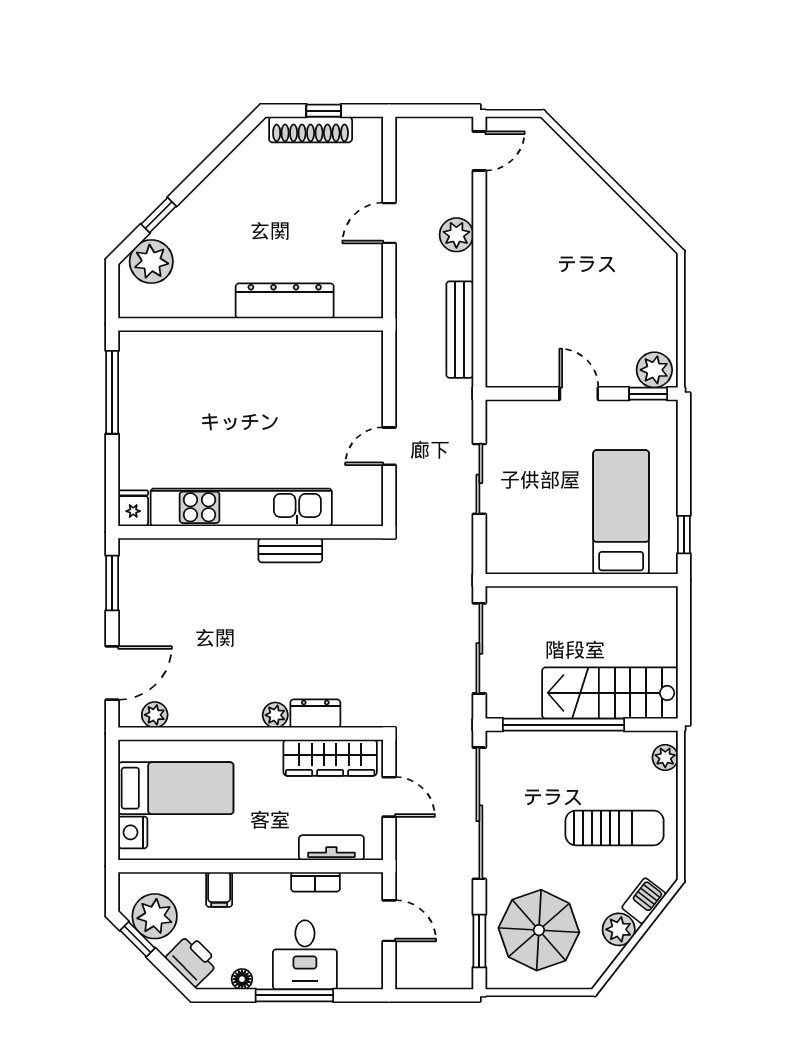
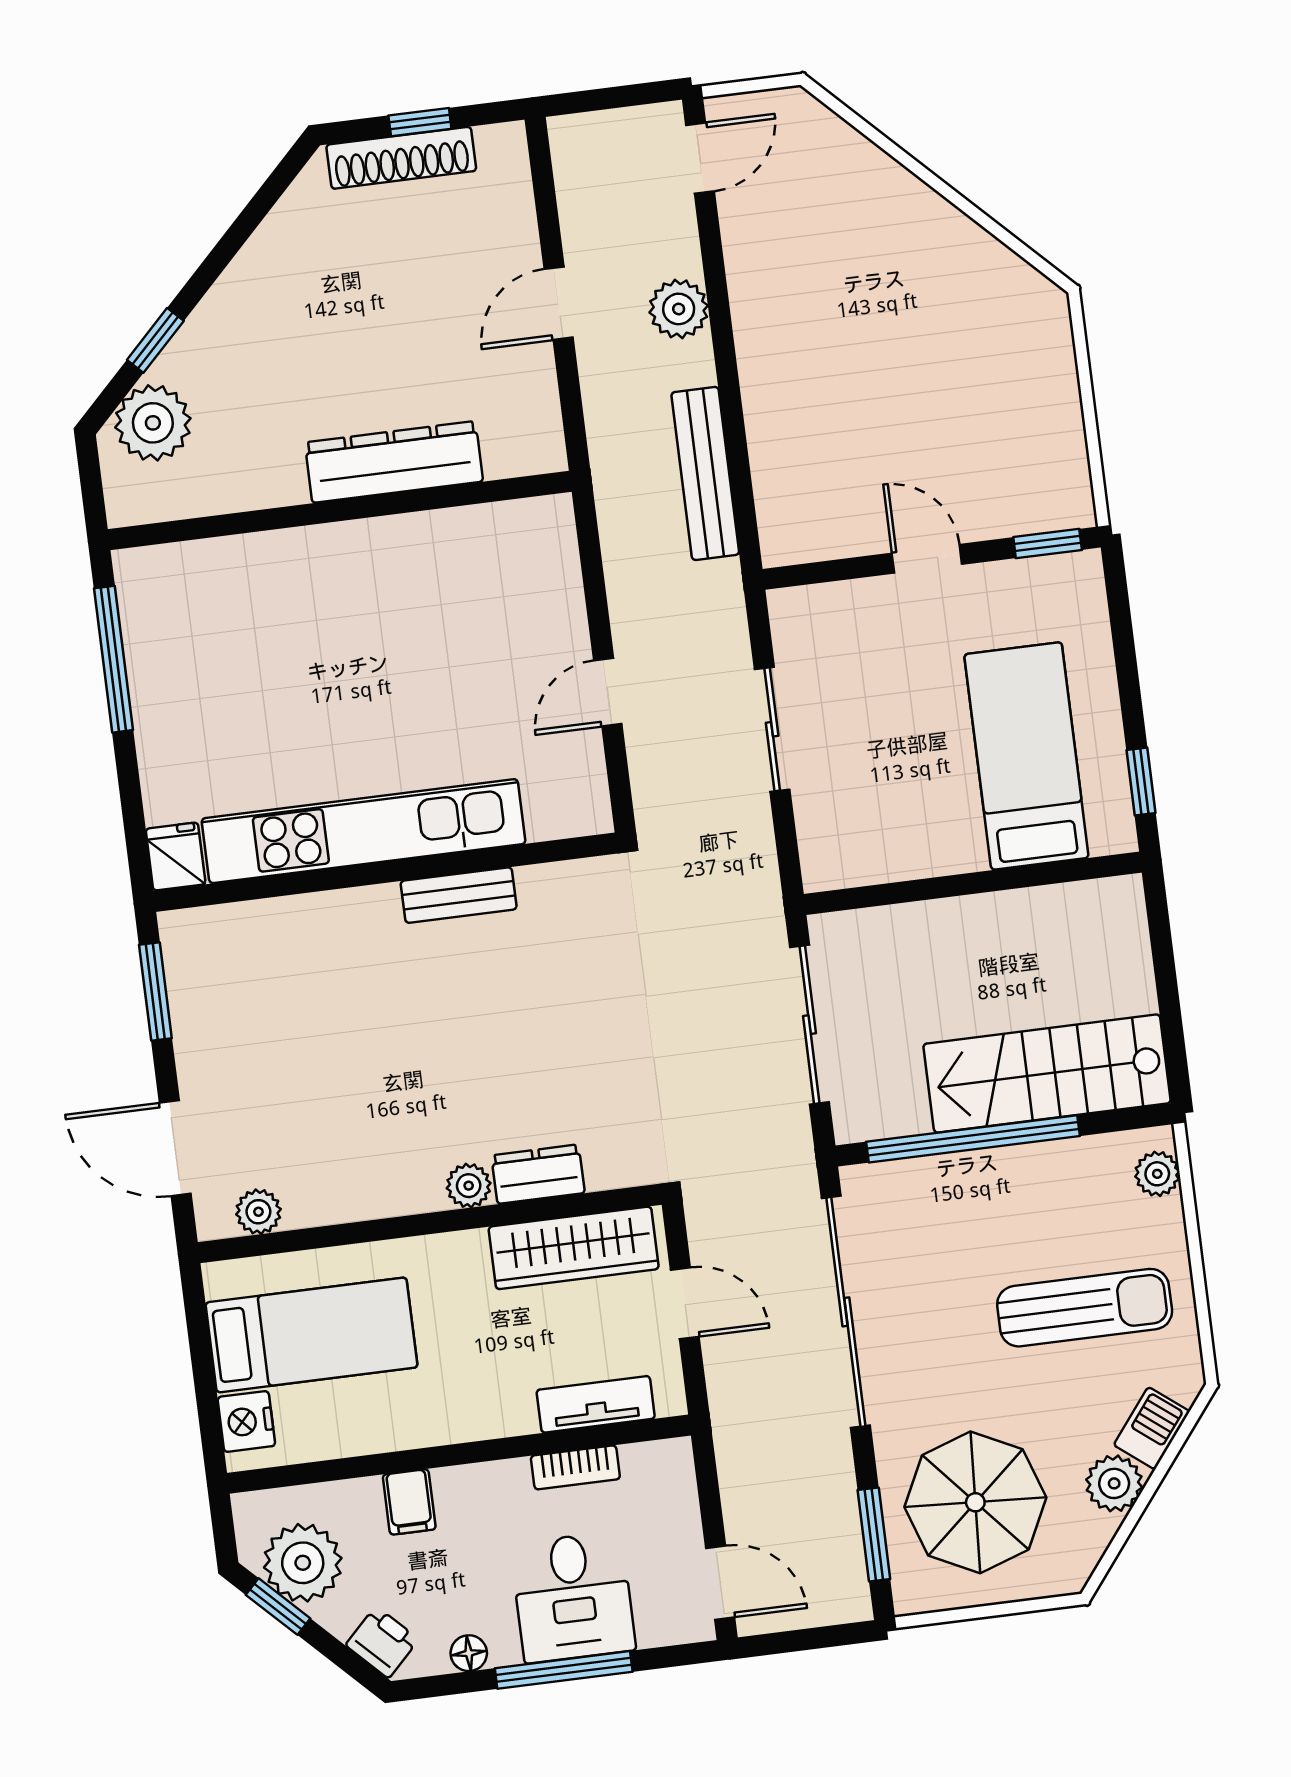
plant: (654, 370) -> (1053, 501), removed
door: (112, 673) -> (175, 1148), swing flipped
door: (389, 921) -> (720, 1583), moved
printer: (192, 960) -> (382, 1642), width x0.73, depth x0.81

